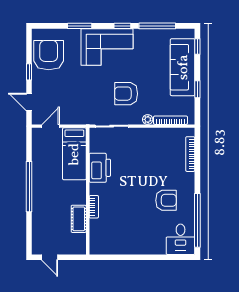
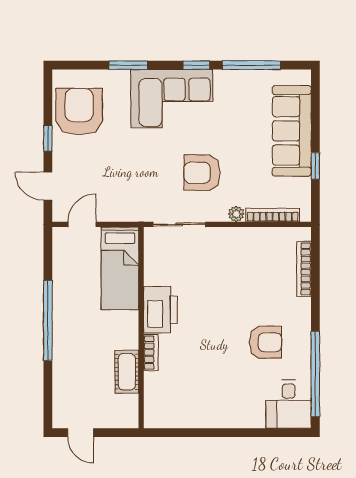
window: (197, 46) -> (315, 98), removed
printer: (100, 168) -> (160, 310), moved

